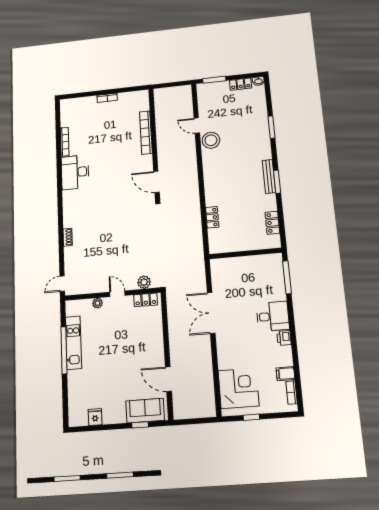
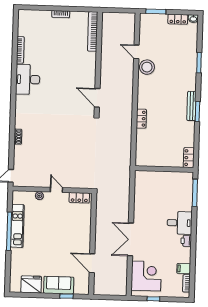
bookcase: (146, 133) -> (93, 31), moved
locker: (212, 217) -> (141, 119), moved
locker: (272, 223) -> (189, 158), moved
plant: (144, 282) -> (79, 183), removed
double door: (211, 313) -> (130, 239), moved
sofa: (145, 411) -> (59, 285), moved
fridge: (95, 417) -> (31, 284), width x1.88, depth x1.34

